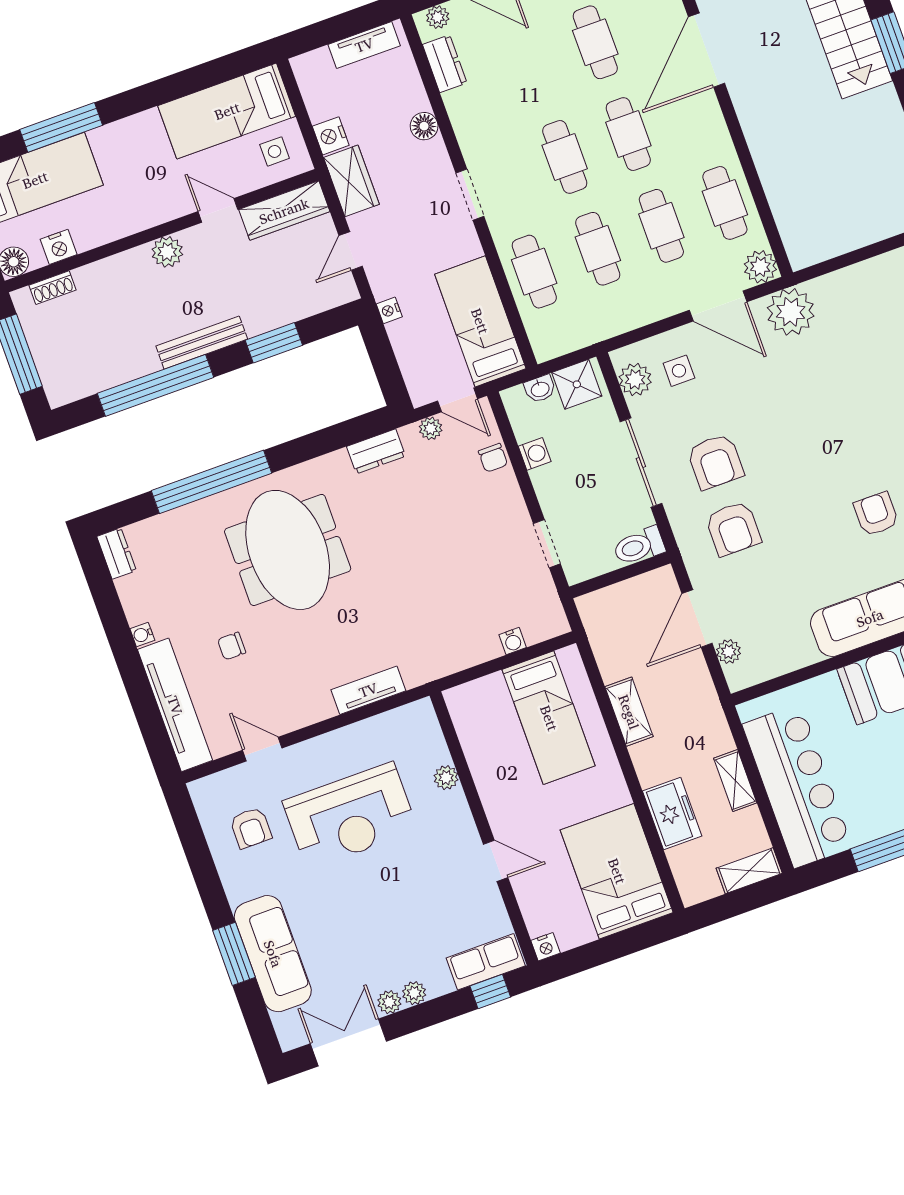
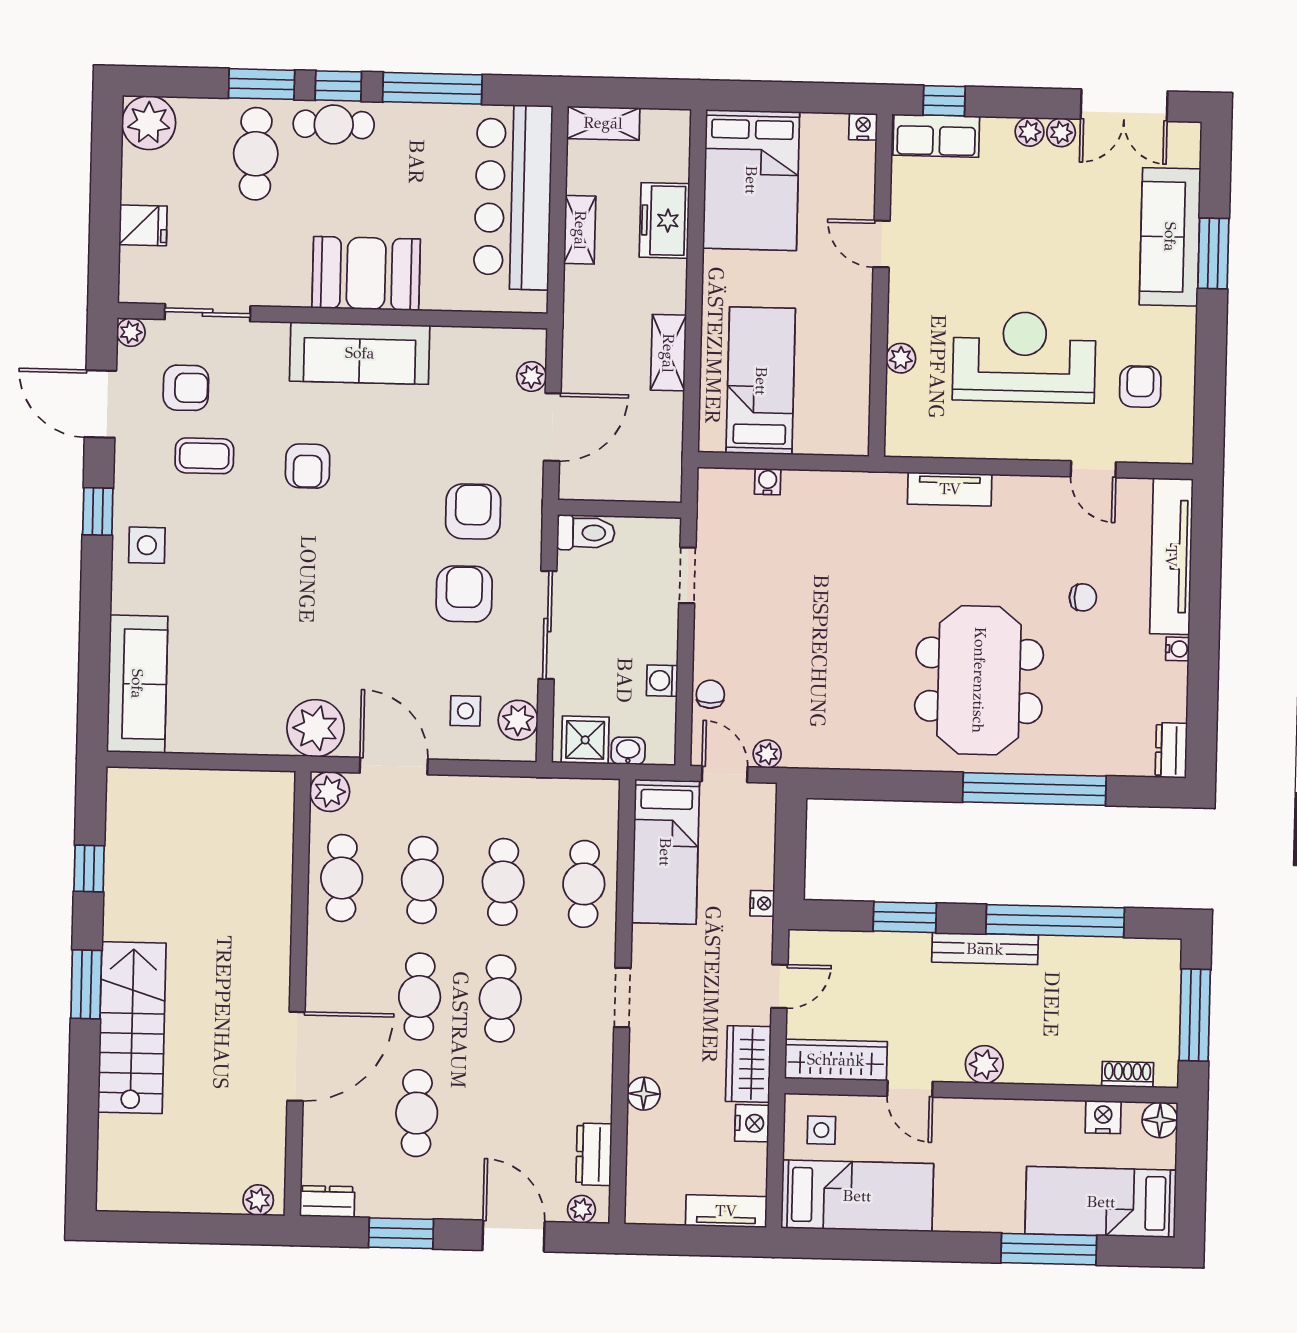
tv unit: (364, 45) -> (726, 1211), moved
dresser: (376, 451) -> (838, 752), removed

